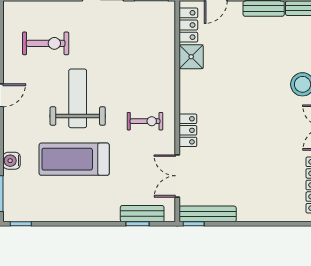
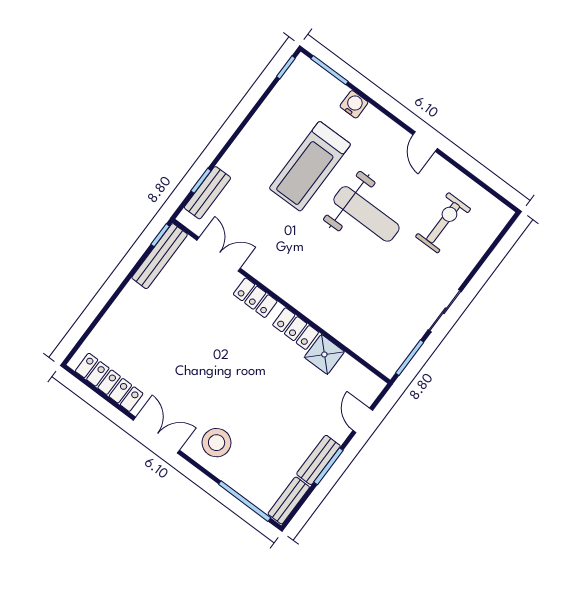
locker: (188, 25) -> (296, 329), moved
exercise bike: (46, 43) -> (443, 223), turned 180
exercise bike: (145, 121) -> (295, 263), removed
treadmill: (74, 159) -> (310, 166), turned 180

